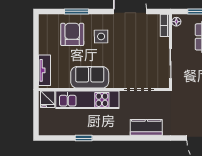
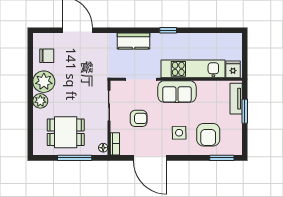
window: (77, 11) -> (222, 158), moved
armchair: (141, 51) -> (139, 118), added
window: (36, 58) -> (245, 111), added
sofa: (90, 77) -> (177, 92), moved
window: (84, 138) -> (168, 30), moved

